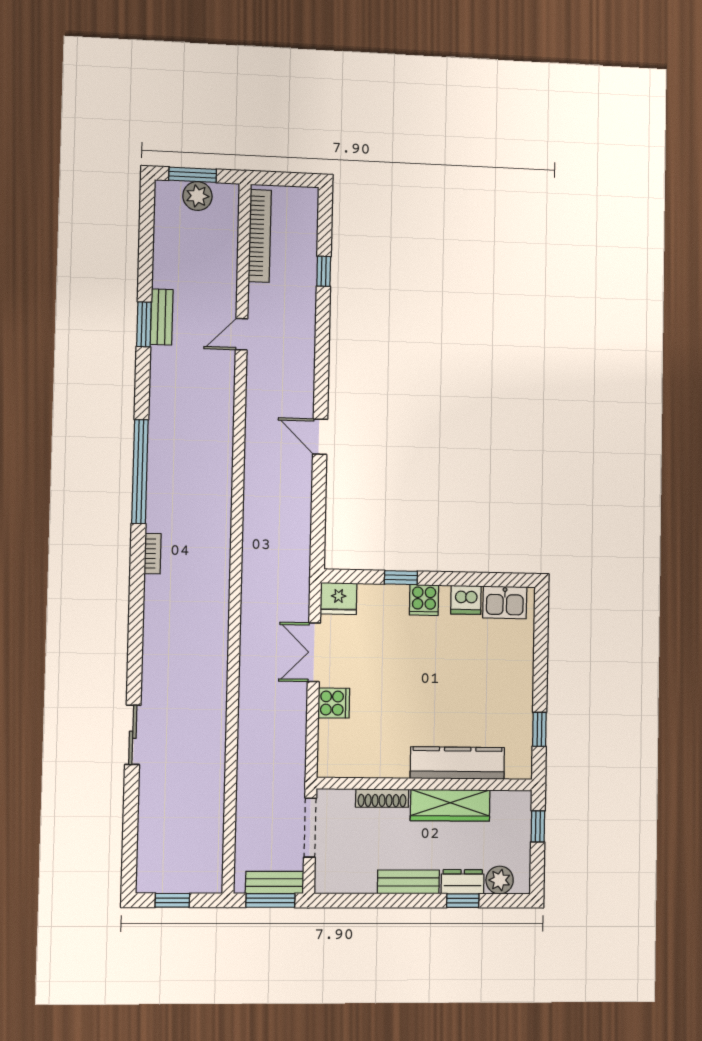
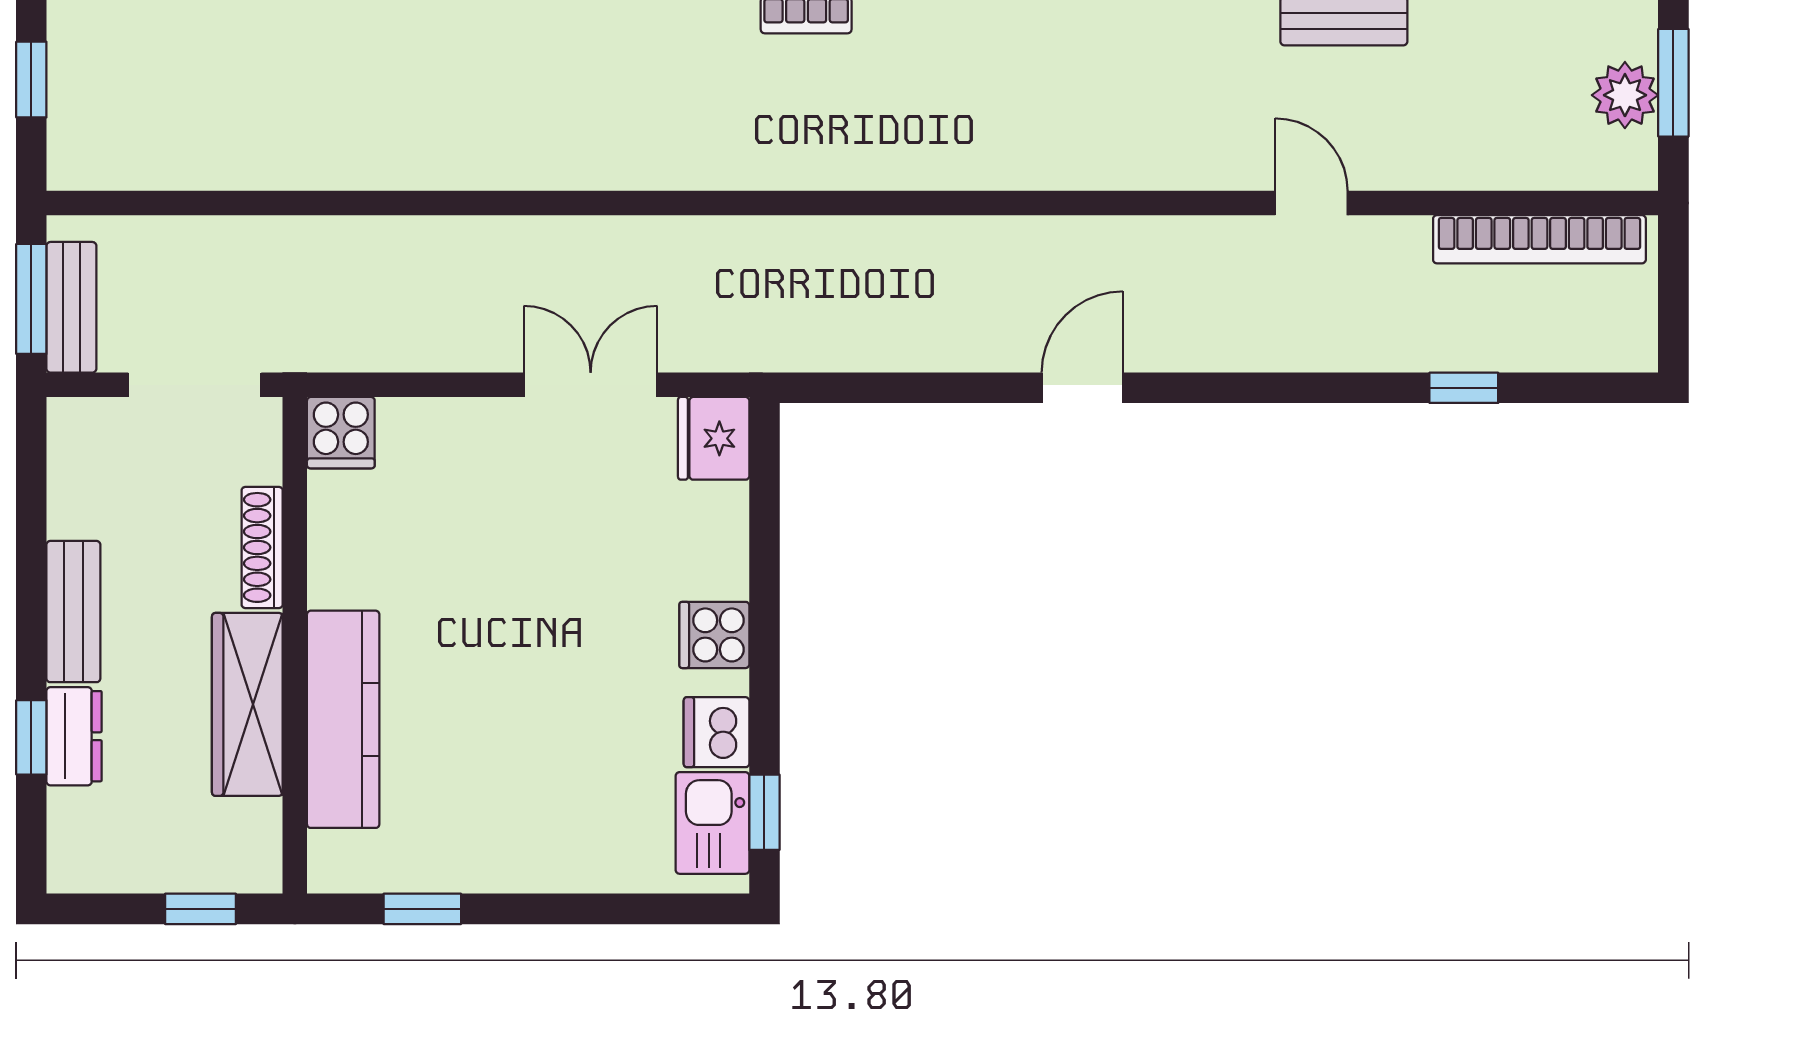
window: (401, 578) -> (764, 812), moved
cooker: (334, 703) -> (341, 433), moved
plant: (500, 880) -> (78, 822), removed

